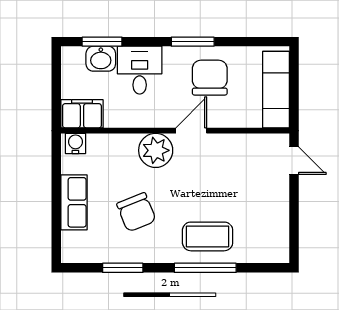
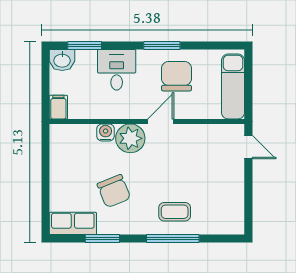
washbasin: (101, 59) -> (62, 60), moved
filing cabinet: (82, 114) -> (58, 107), width x0.50
water cooler: (75, 143) -> (106, 132), moved
row of seats: (74, 202) -> (73, 223), moved, turned -90
coffee table: (208, 236) -> (175, 212), width x0.73, depth x0.77

